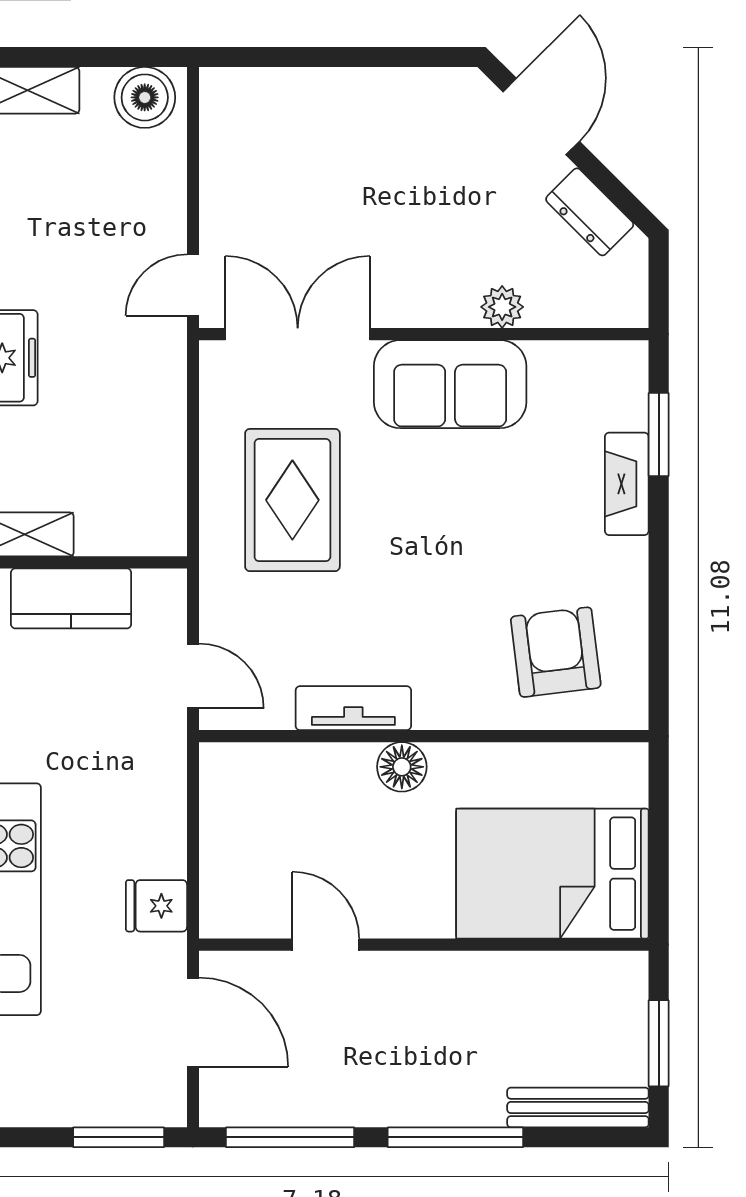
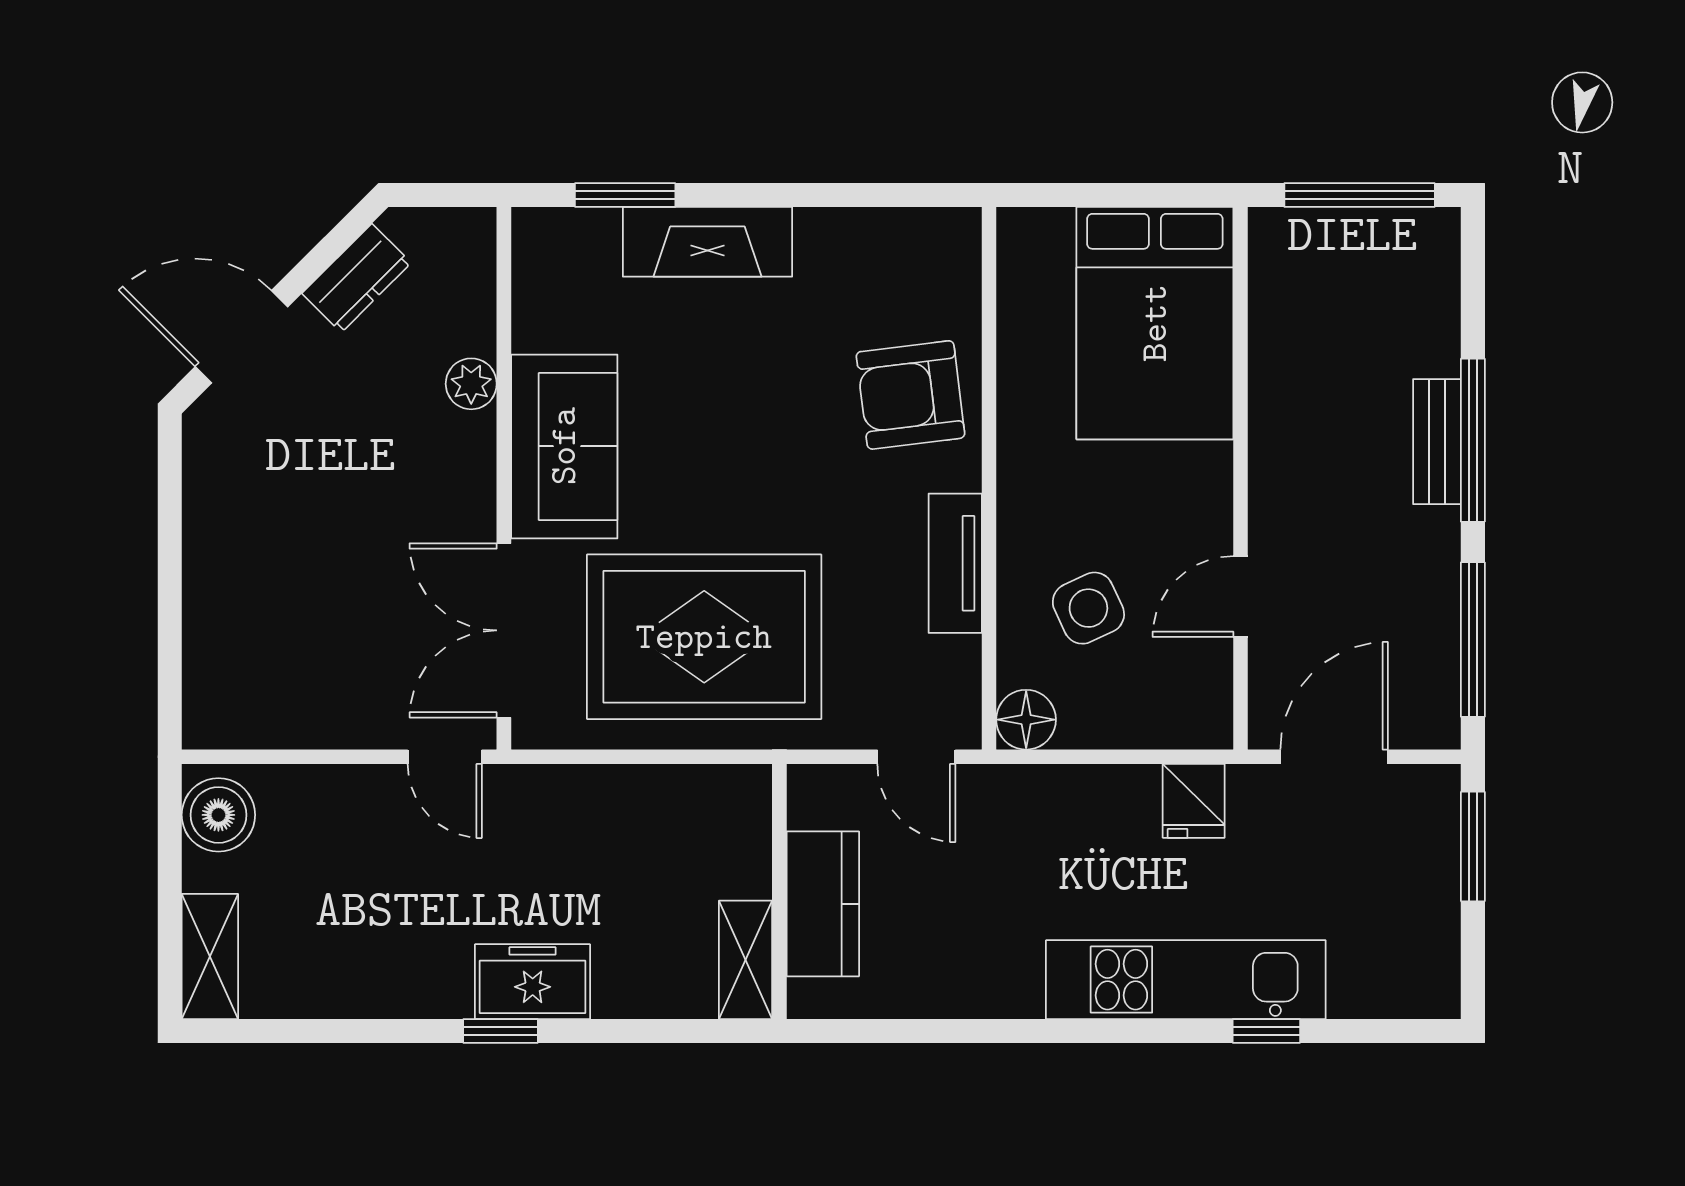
fireplace: (627, 484) -> (707, 242), width x1.37, depth x1.32
rug: (292, 500) -> (704, 637), width x1.37, depth x1.44
armchair: (556, 652) -> (911, 395), moved
door: (193, 676) -> (916, 757), swing flipped
floor lamp: (402, 767) -> (1026, 720), moved
side table: (316, 819) -> (1088, 608), added
window: (659, 1043) -> (1360, 195), width x1.44
bench: (578, 1107) -> (1437, 442), moved, width x0.73

